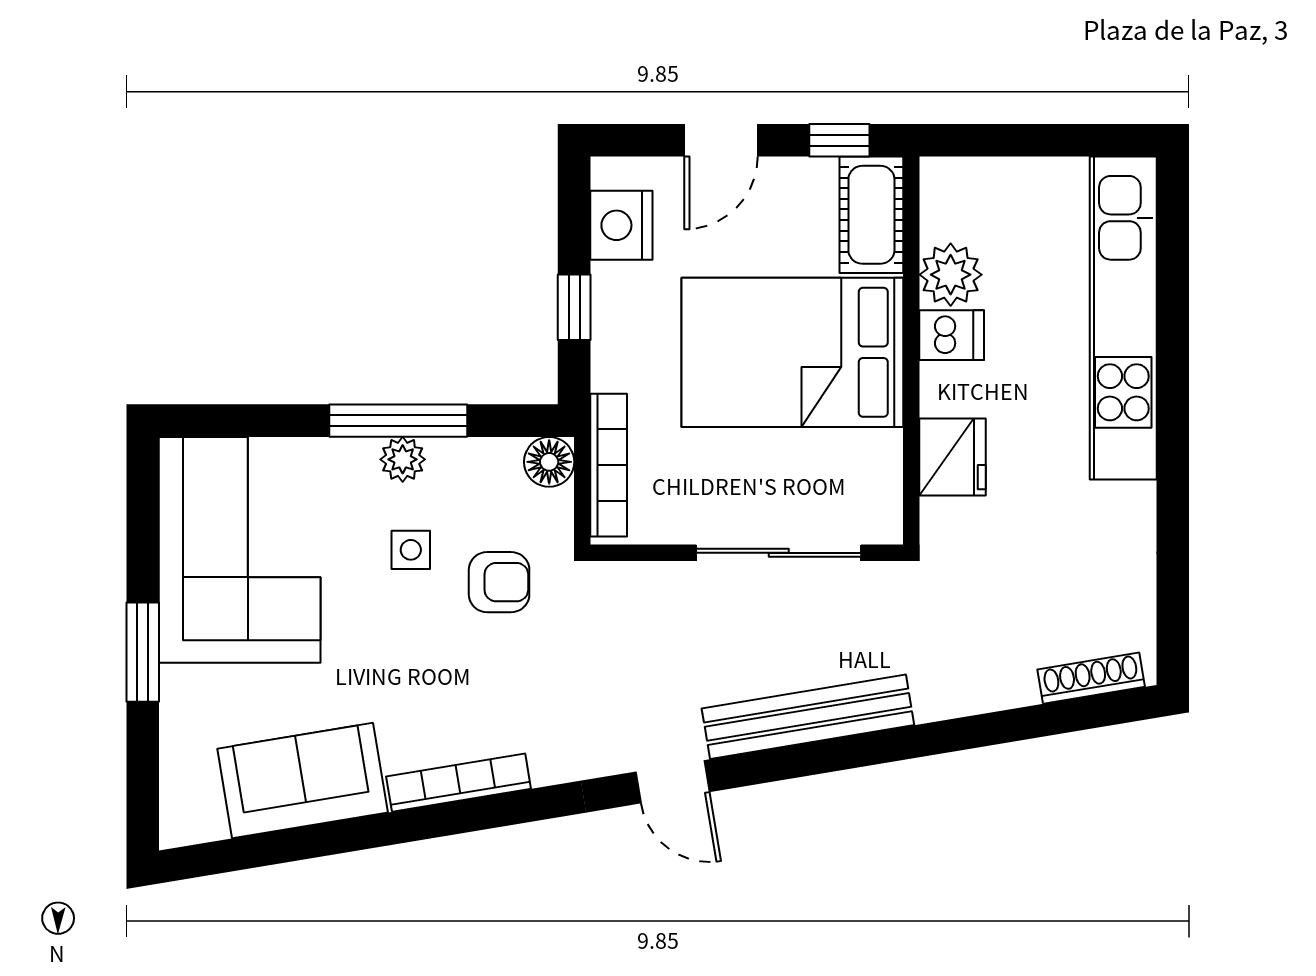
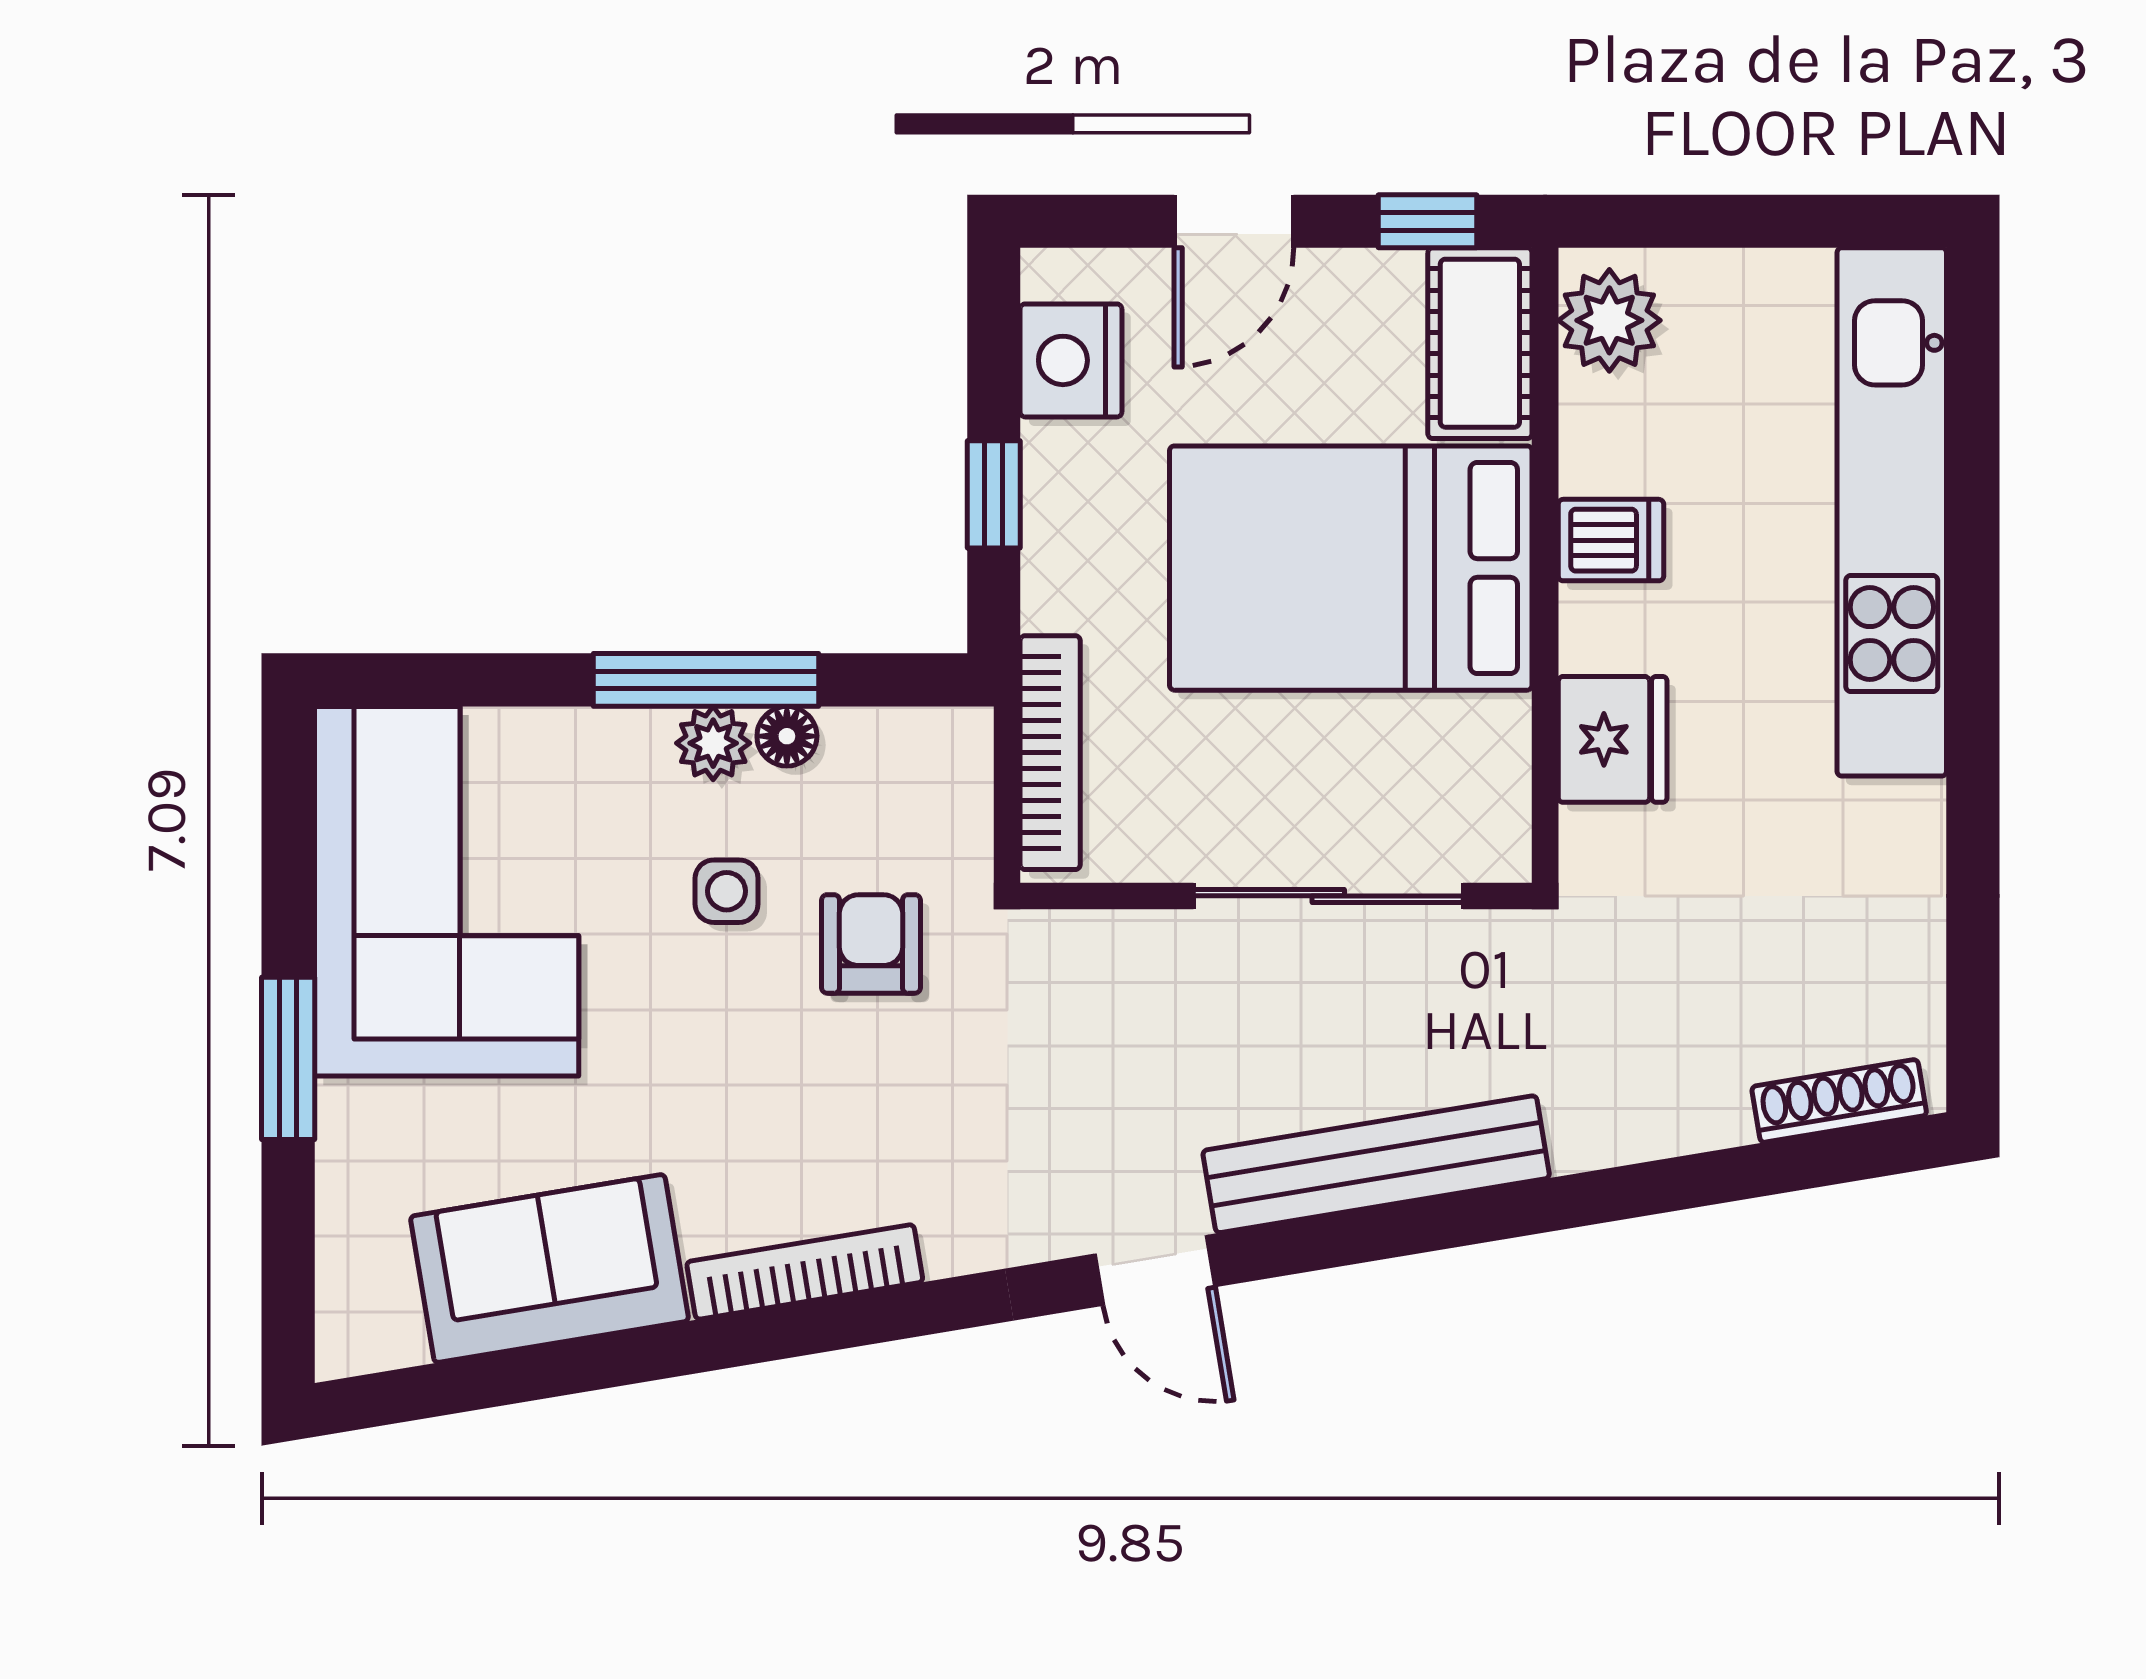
plant: (951, 275) -> (1609, 320), moved
floor lamp: (549, 462) -> (787, 736), moved, width x0.73, depth x0.73
armchair: (499, 582) -> (871, 944), turned -90

